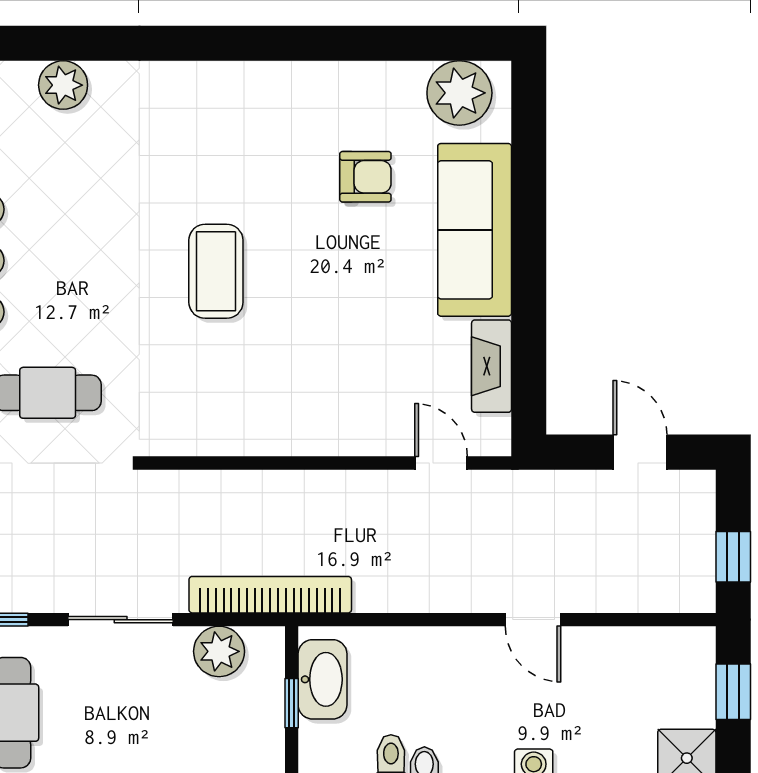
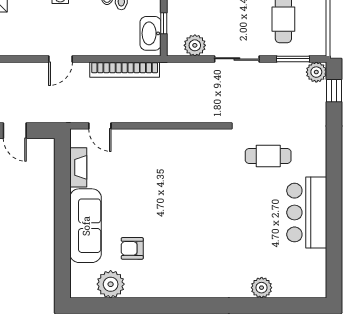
plant: (459, 93) -> (111, 284), moved
coffee table: (216, 271) -> (196, 208), removed
bookcase: (270, 595) -> (125, 70), moved
door: (533, 620) -> (61, 59), swing flipped

